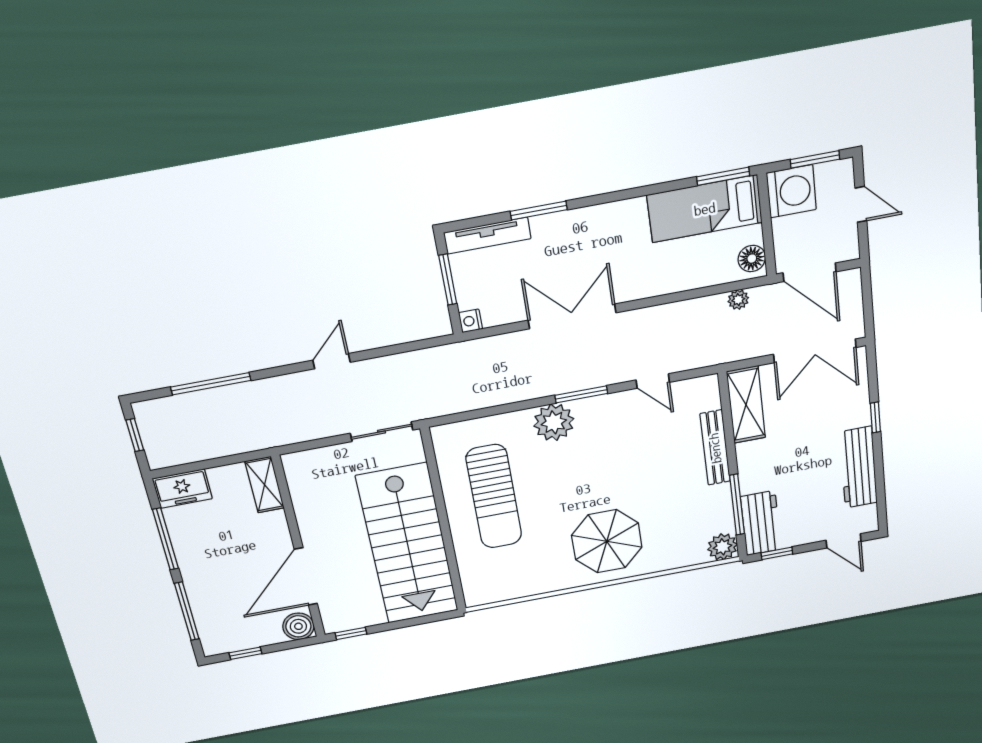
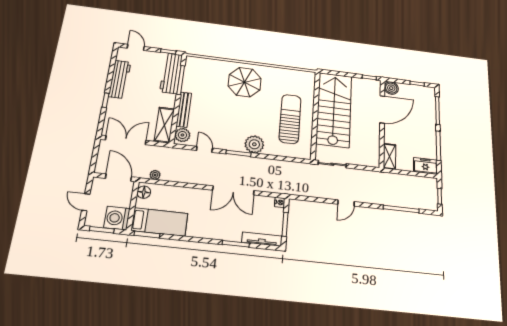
workbench: (761, 523) -> (171, 73), width x1.38
plant: (723, 547) -> (182, 135), moved

